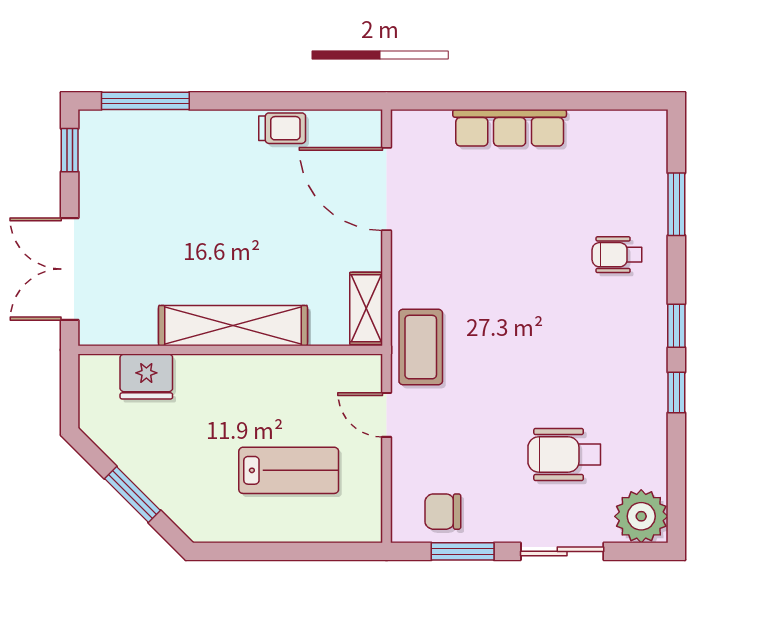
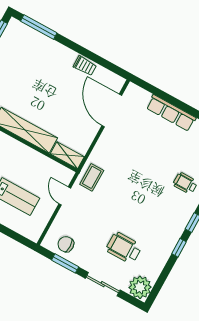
shelving: (366, 308) -> (67, 155), moved, turned 90
coffee table: (421, 347) -> (92, 177), width x0.73, depth x0.77

